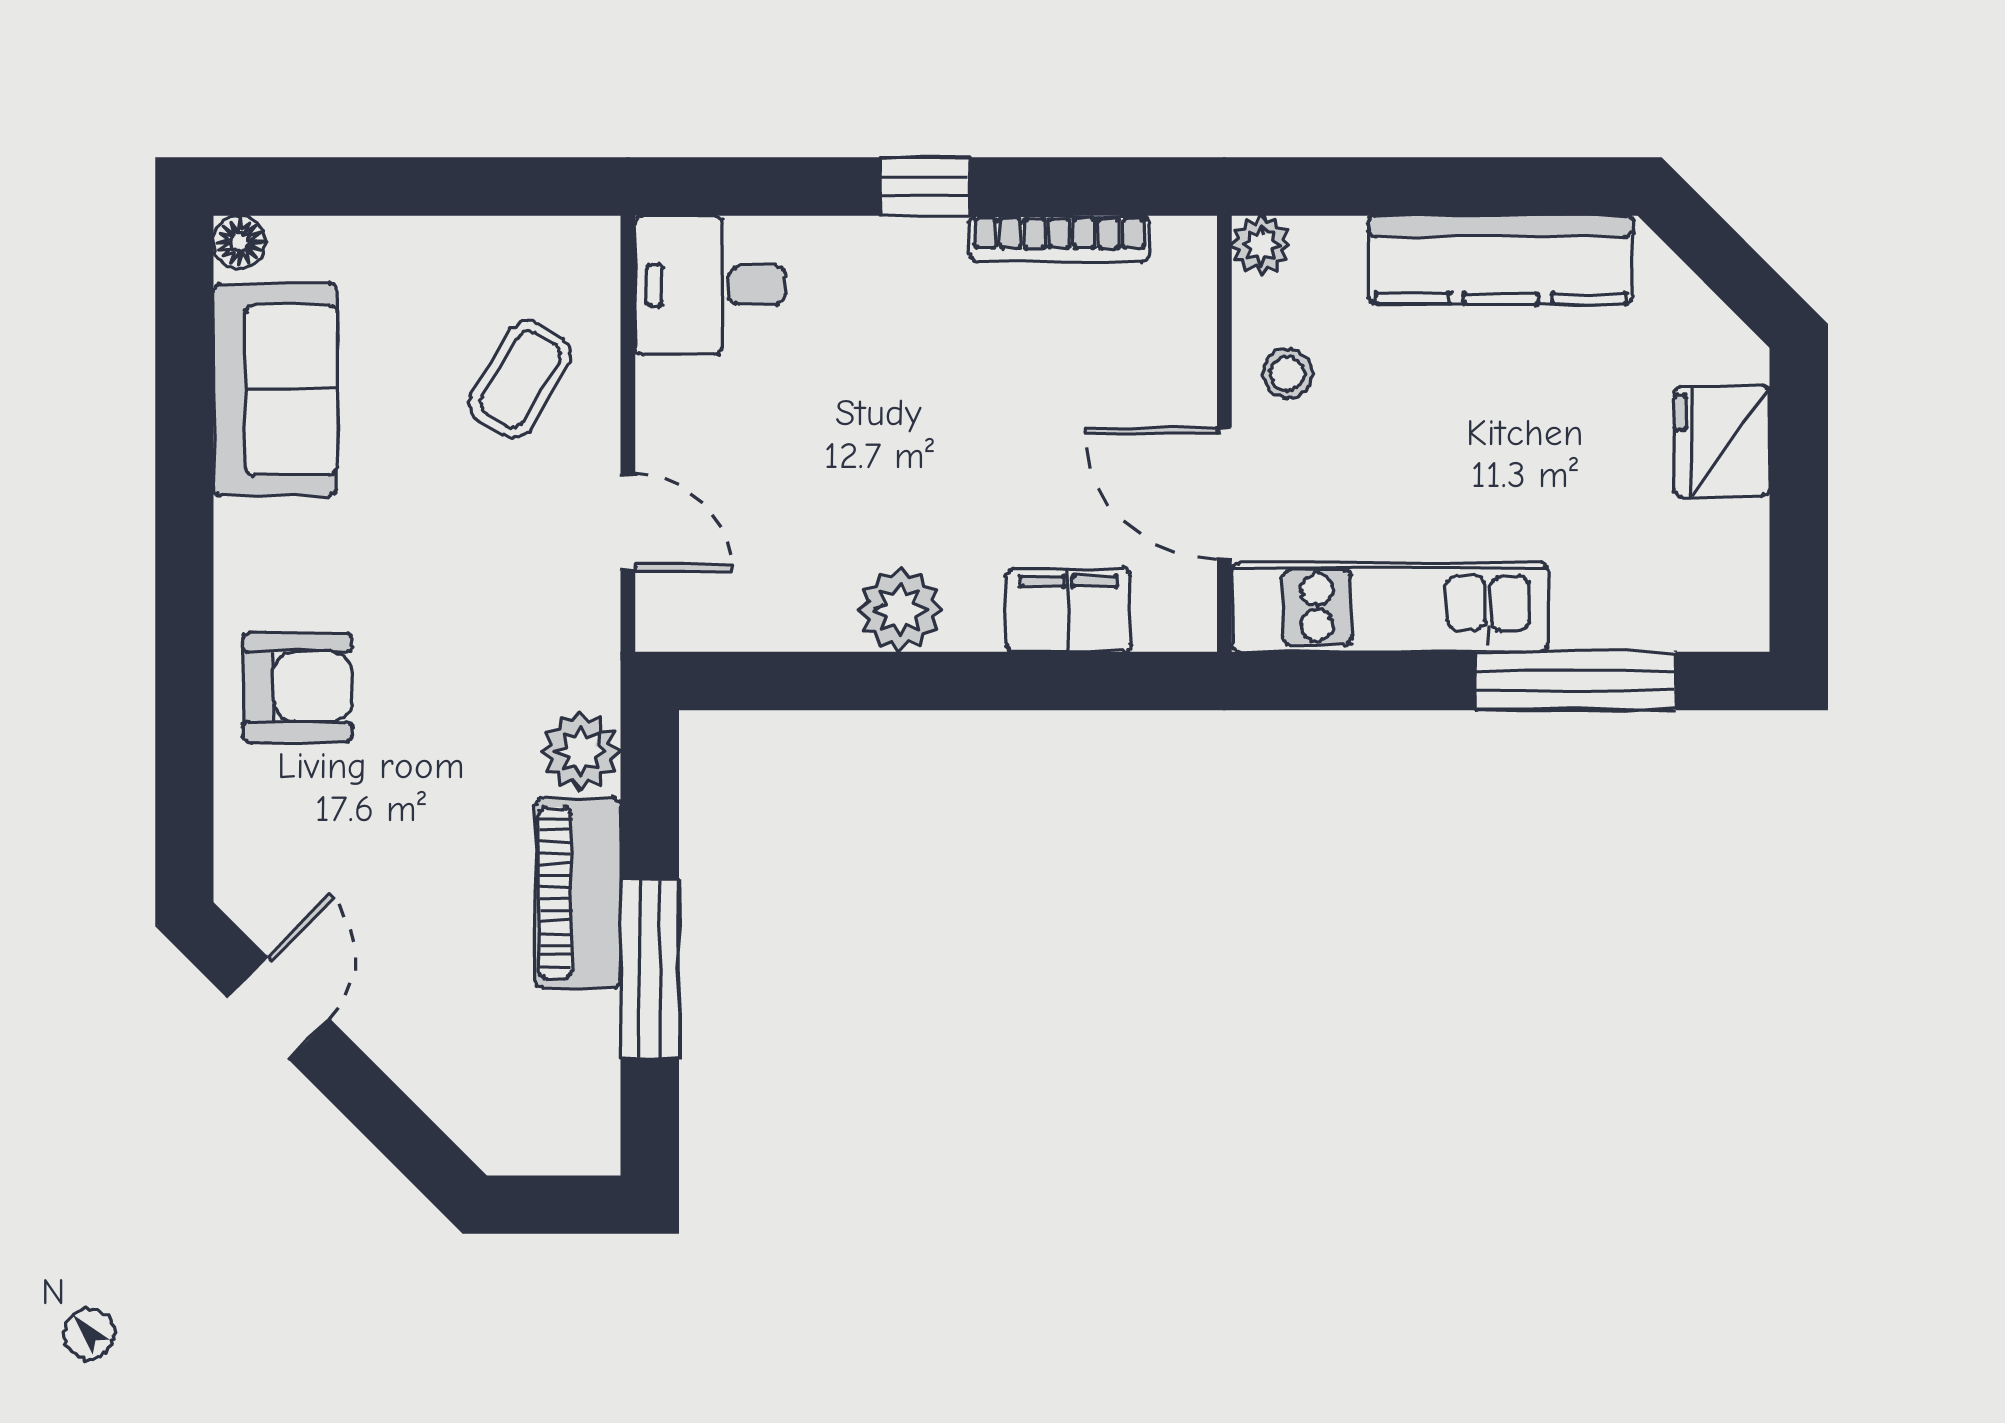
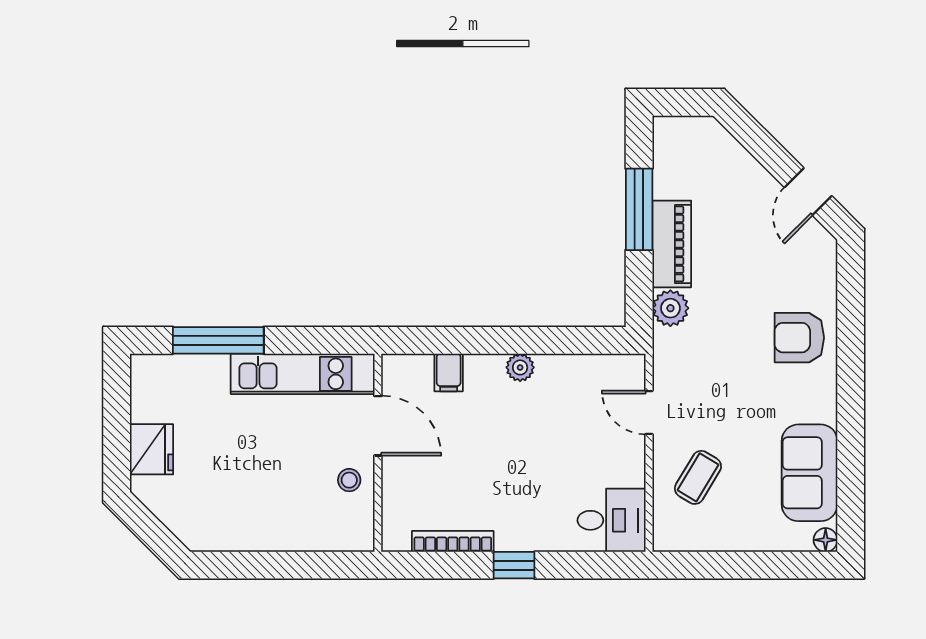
plant: (1261, 245) -> (361, 539), removed
kitchen counter: (1501, 260) -> (252, 532), removed
plant: (900, 610) -> (520, 367), width x0.73, depth x0.73
filing cabinet: (1069, 610) -> (449, 372), width x0.50

